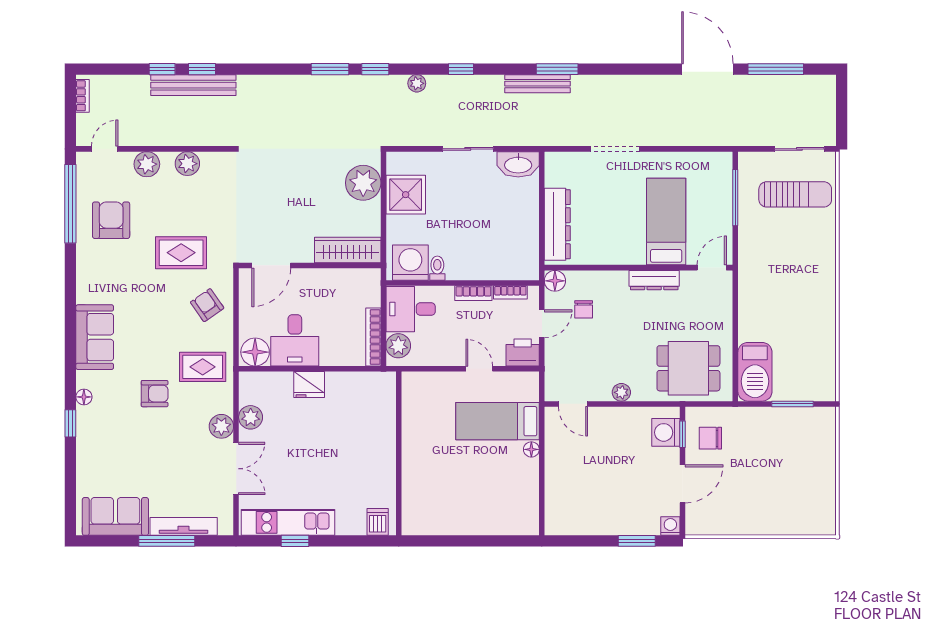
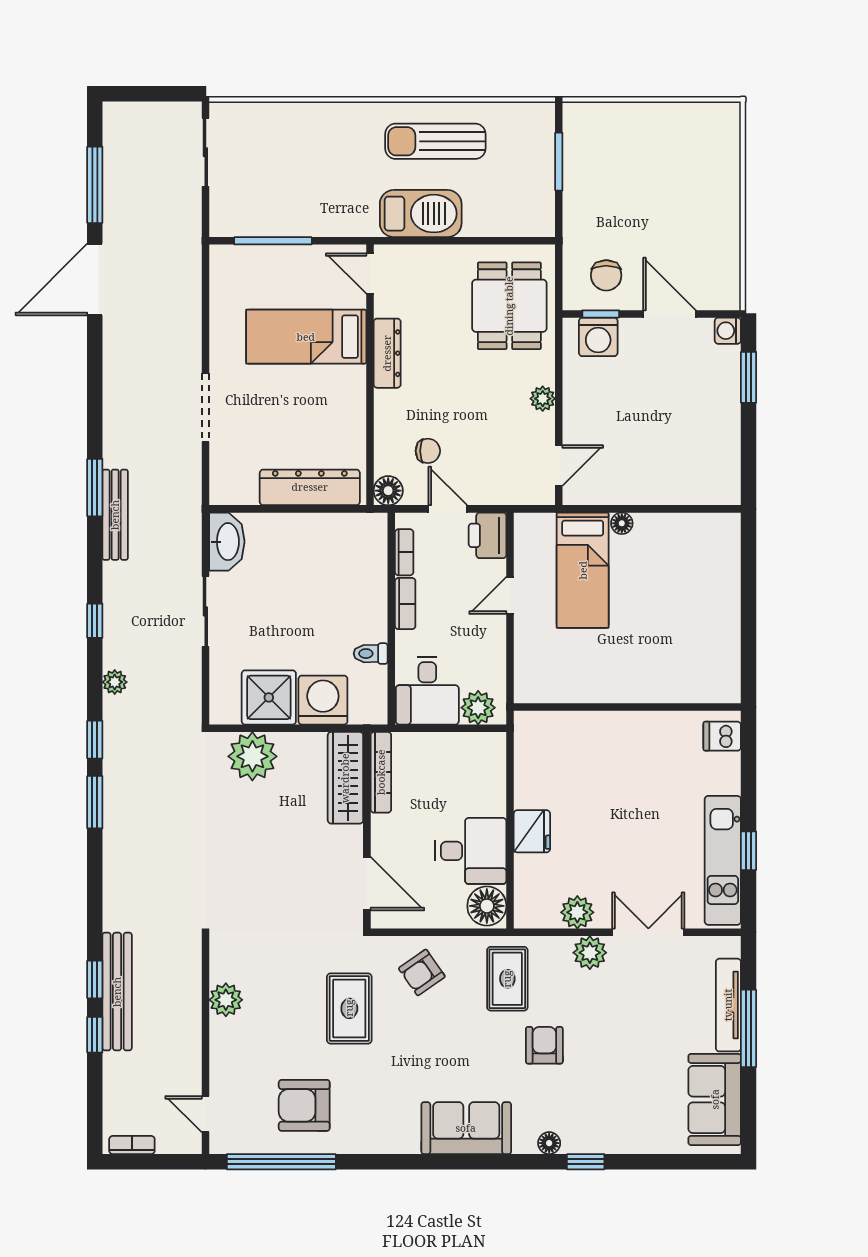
plant: (147, 164) -> (227, 1056), removed
sun lounger: (795, 194) -> (435, 141), moved, turned -90
washing machine: (410, 263) -> (323, 700), moved, turned 90
bookcase: (373, 337) -> (381, 772), moved, turned -90
barbecue: (755, 372) -> (421, 214), moved

